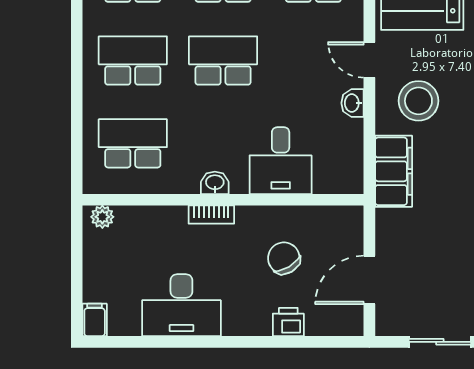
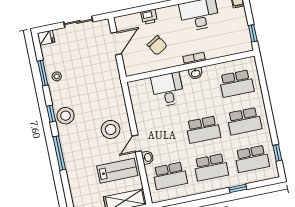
door: (369, 60) -> (137, 144), swing flipped
washbasin: (352, 103) -> (148, 158), moved
filing cabinet: (394, 171) -> (115, 95), removed
plant: (102, 217) -> (244, 47), removed
window: (77, 242) -> (253, 33), added

